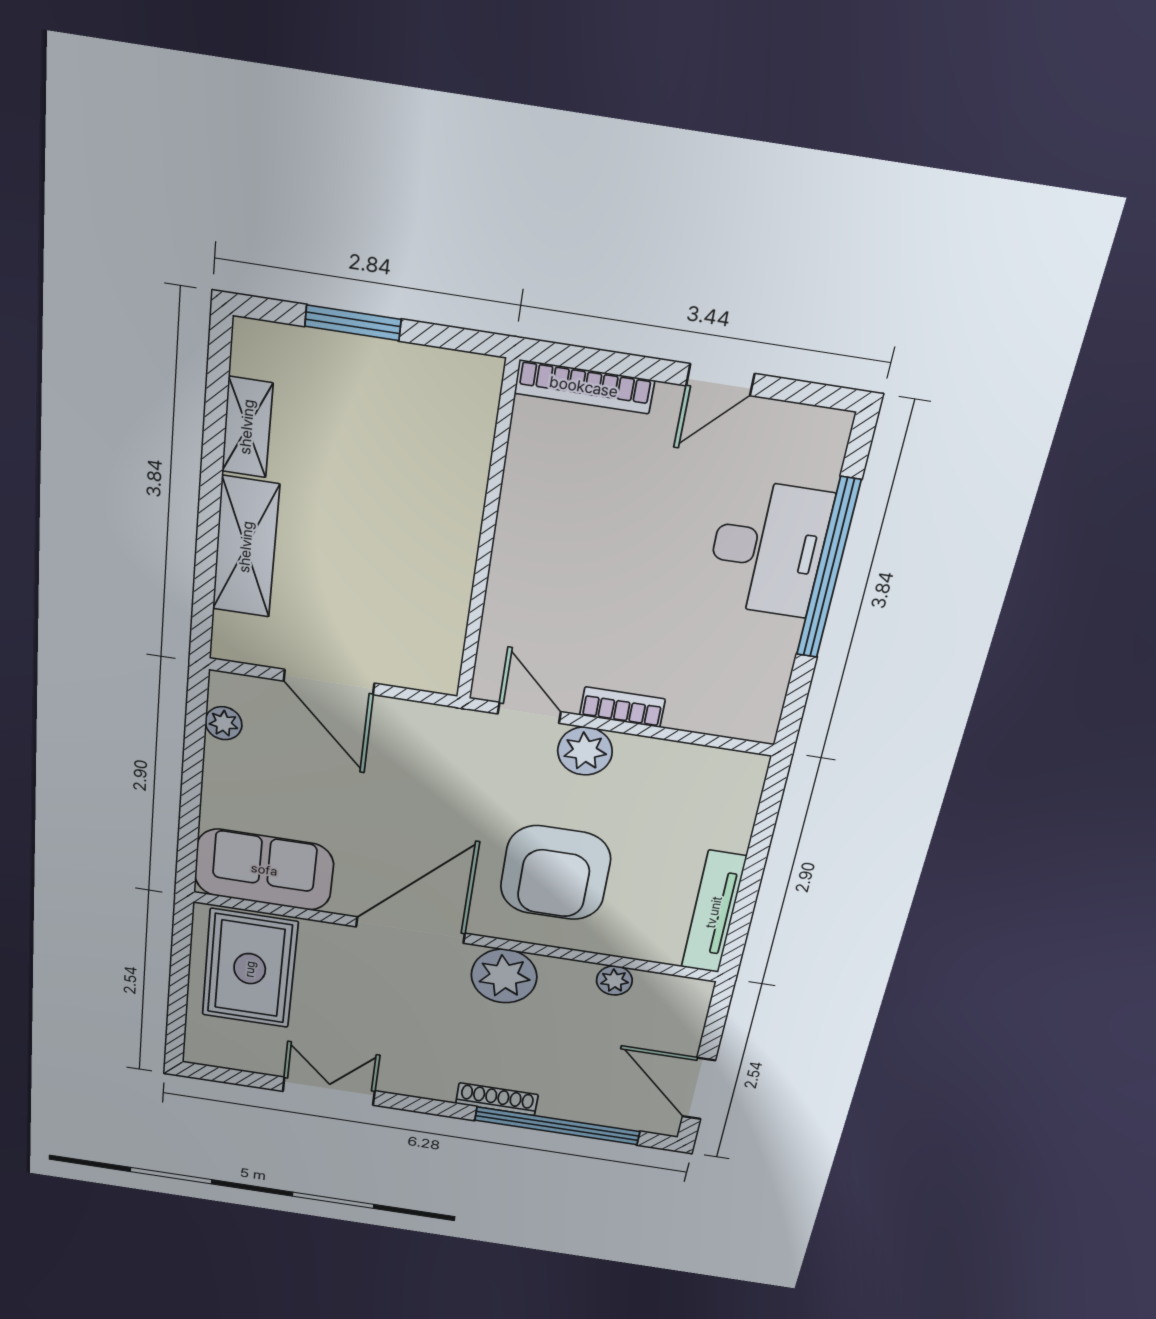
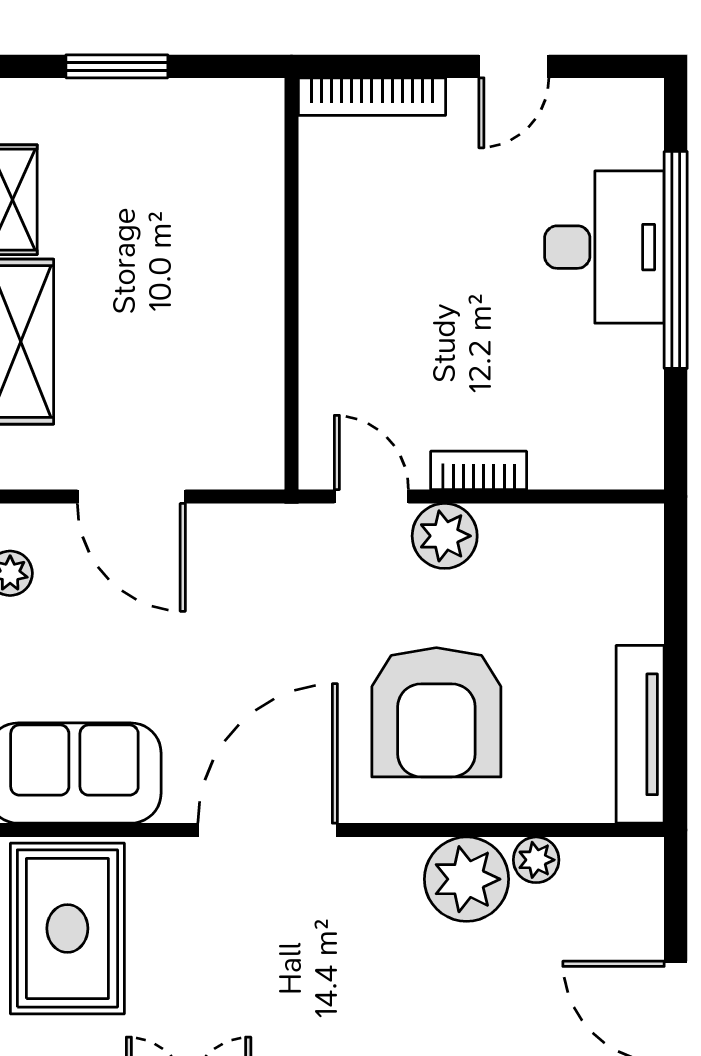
plant: (504, 976) -> (466, 879), moved

